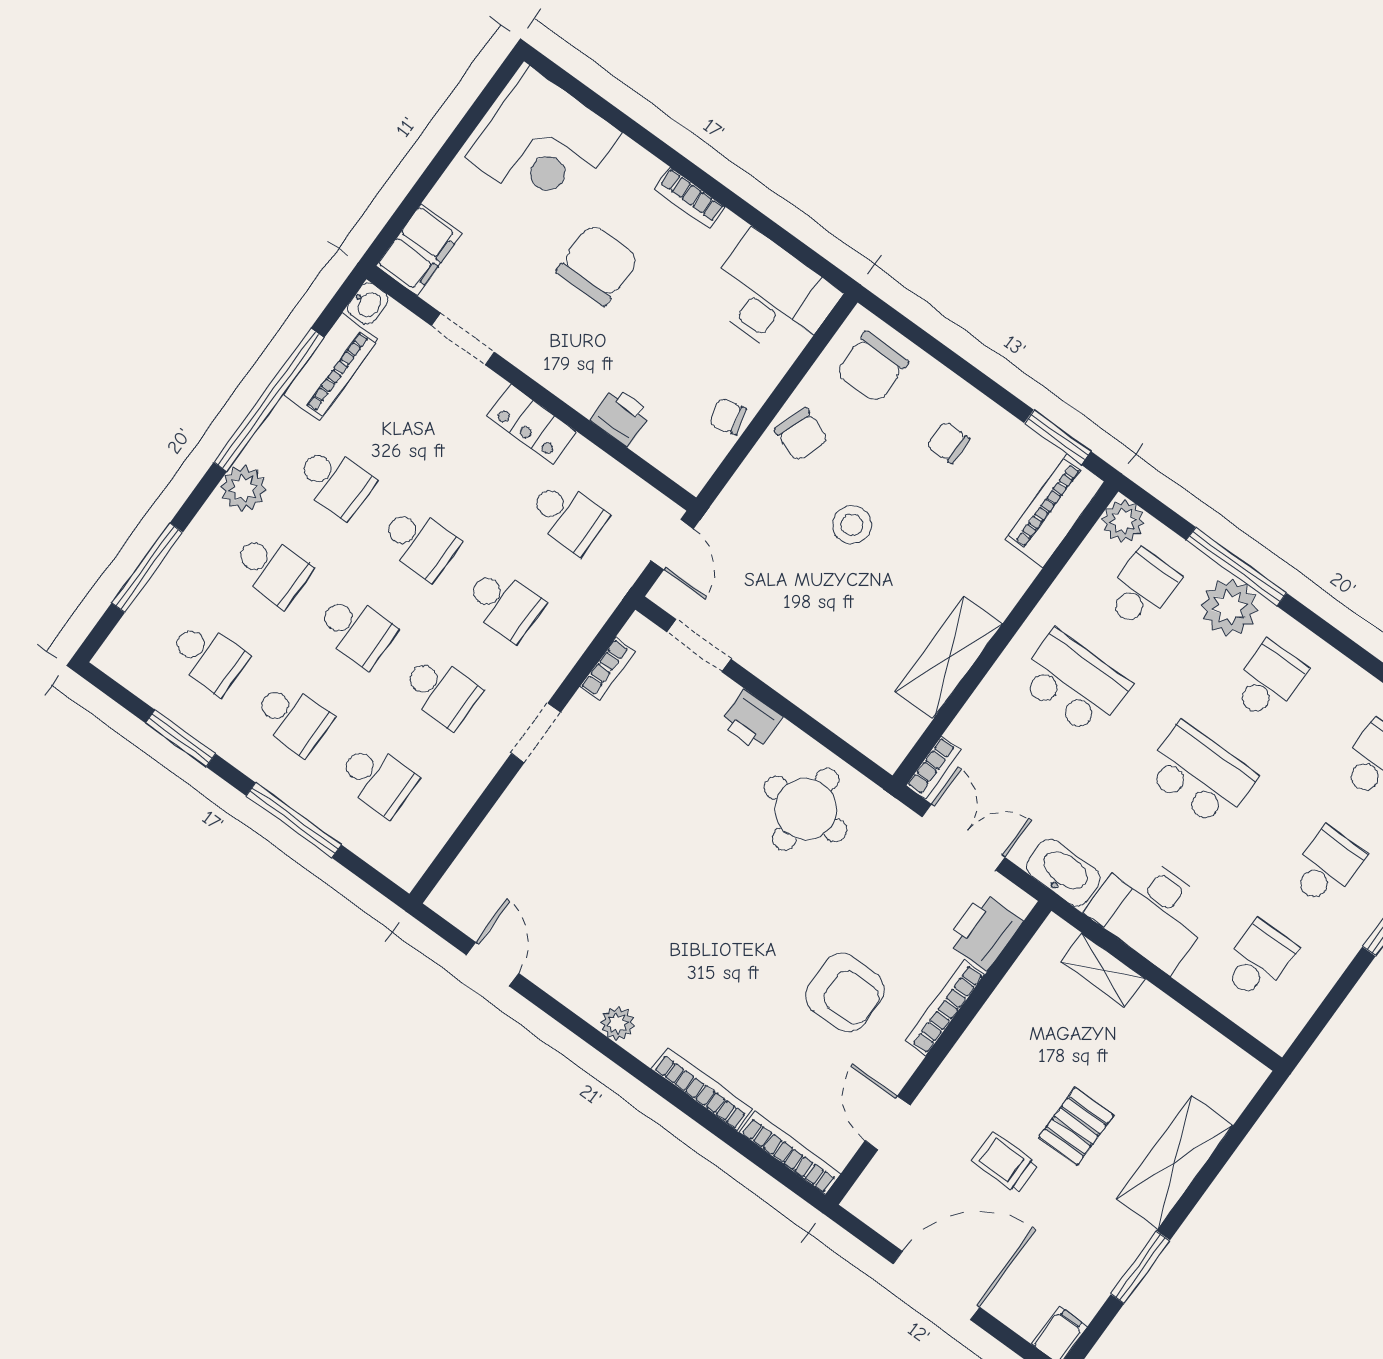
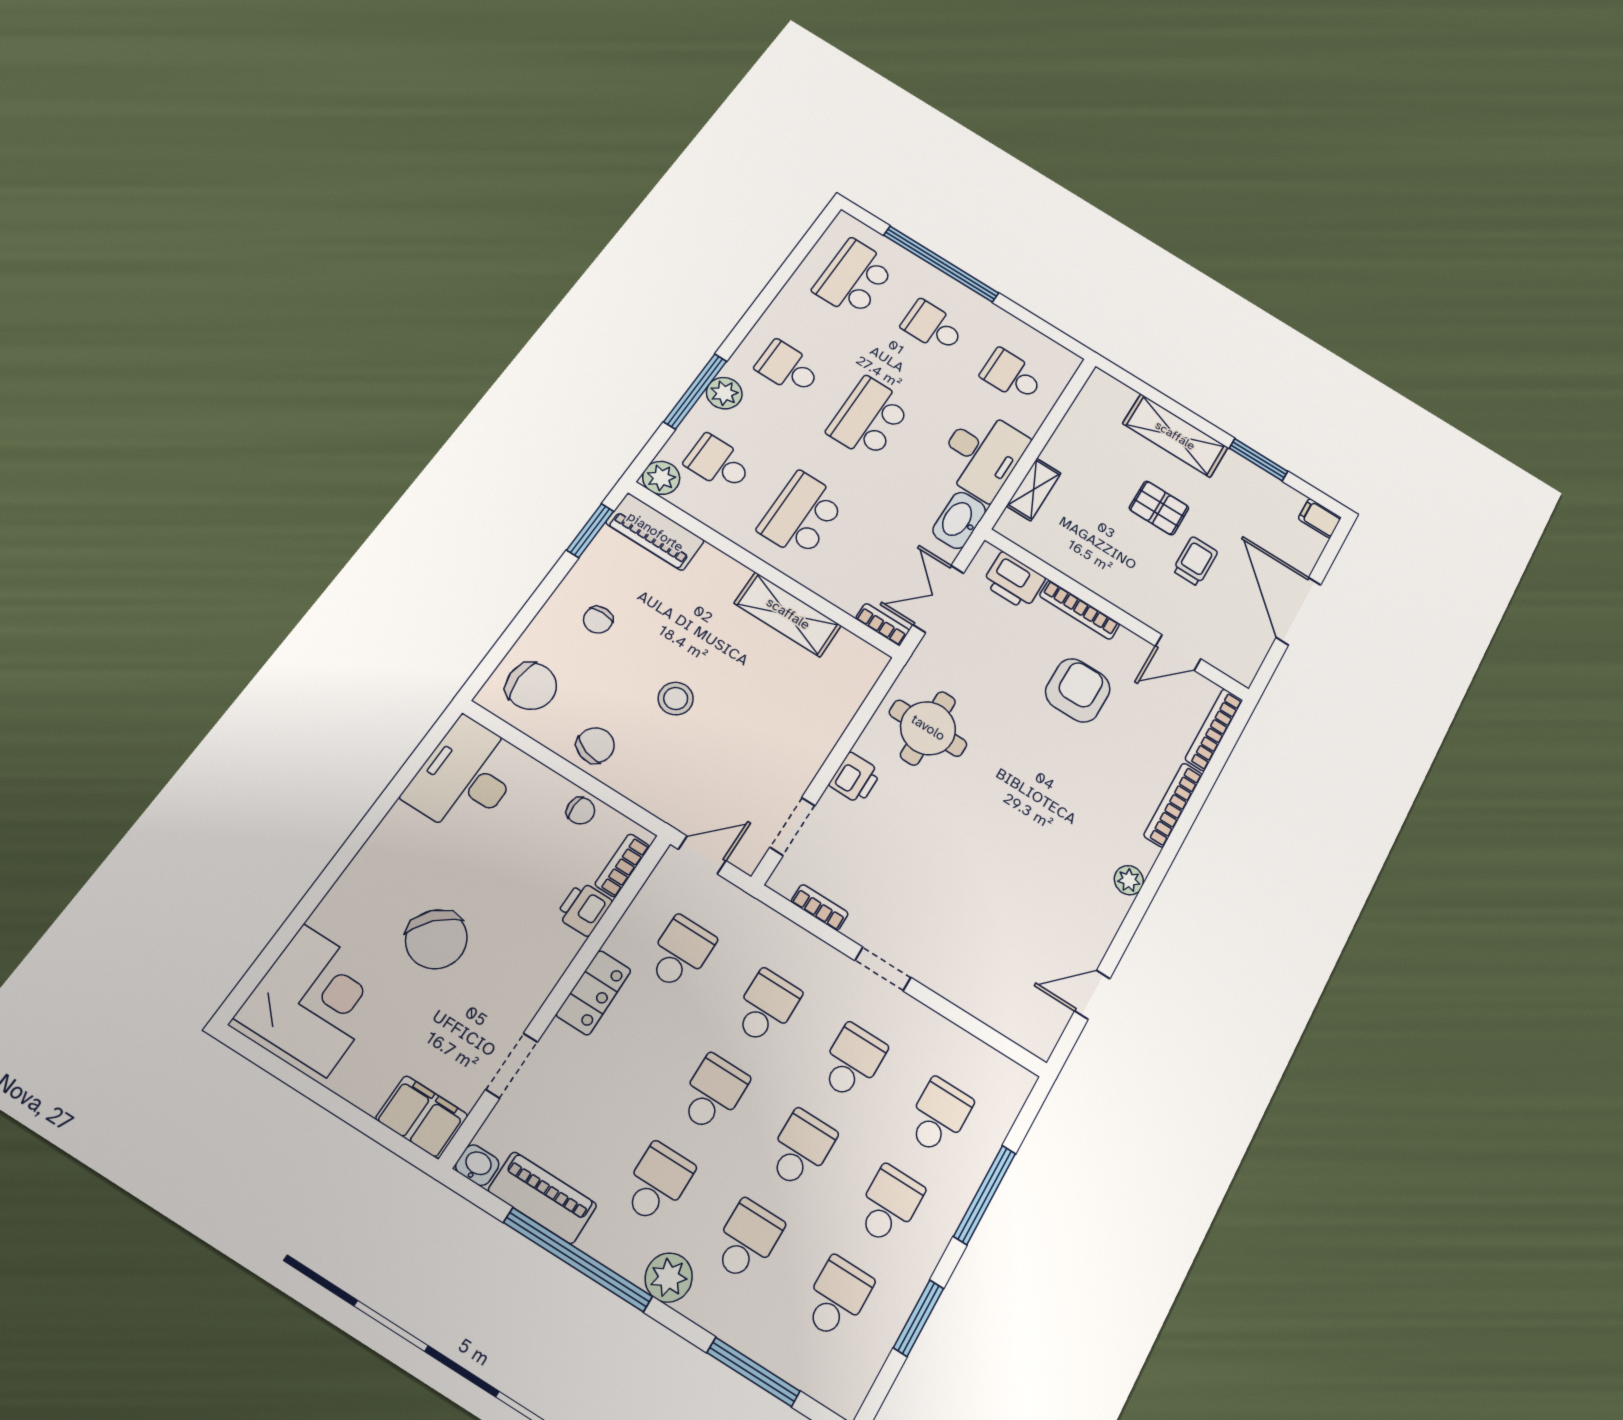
bookcase: (690, 198) -> (622, 865), moved, turned 180
chair: (598, 265) -> (436, 939), turned -136
chair: (728, 416) -> (581, 811), turned -76
plant: (1229, 607) -> (724, 393), width x0.73, depth x0.73
trolley: (1005, 1162) -> (1195, 561), turned 180

